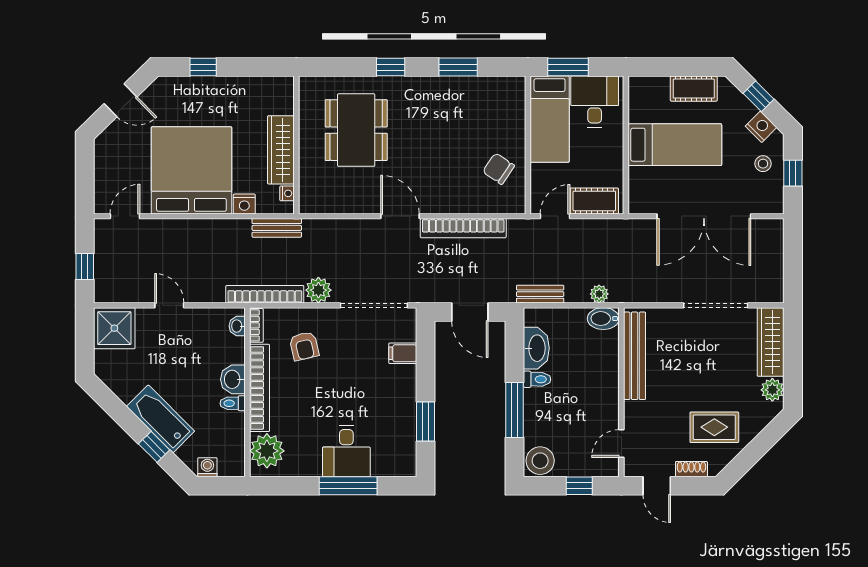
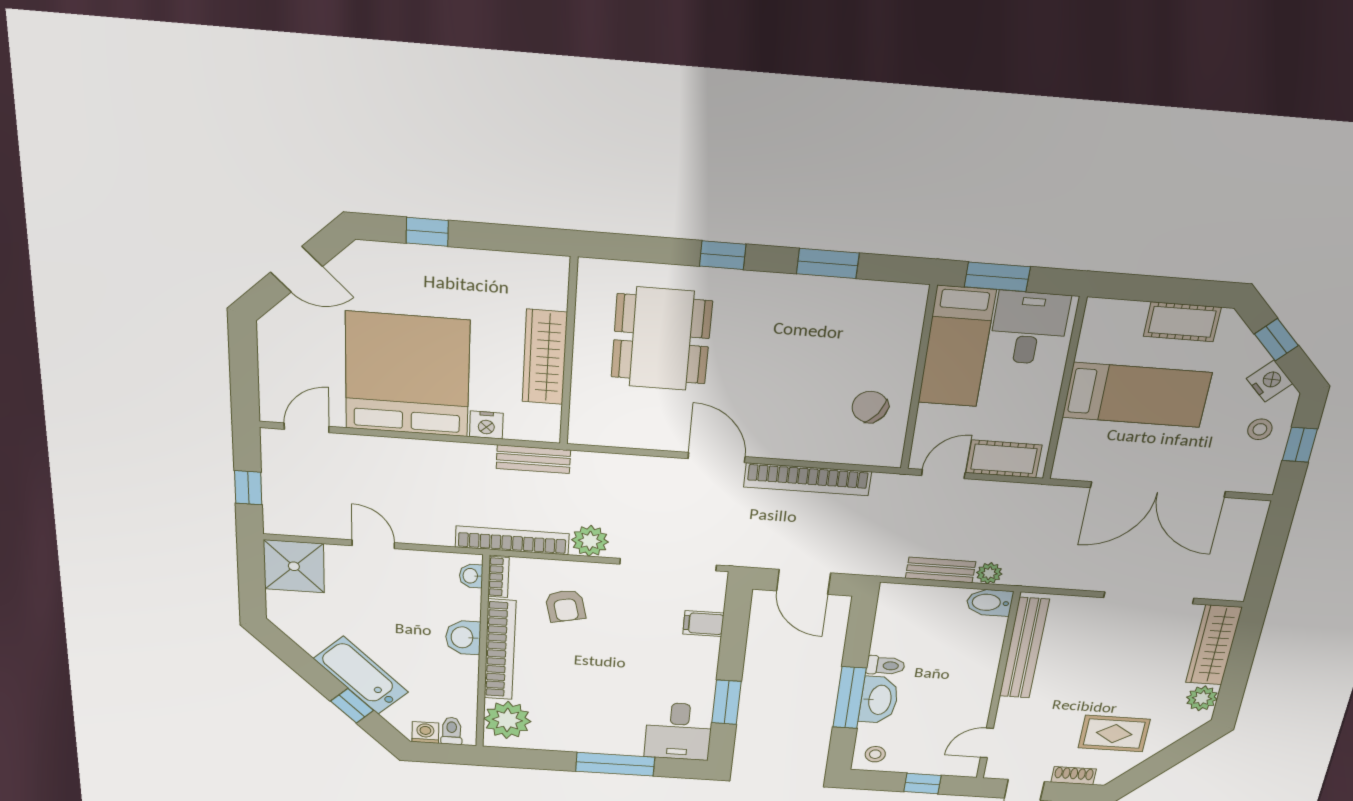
nightstand: (287, 193) -> (551, 416), removed
bench: (540, 294) -> (941, 570), moved
washbasin: (536, 348) -> (879, 700), moved
toilet: (233, 403) -> (452, 731), moved, turned 90
desk: (346, 451) -> (679, 731), moved
stool: (540, 461) -> (875, 754), width x0.53, depth x0.53

